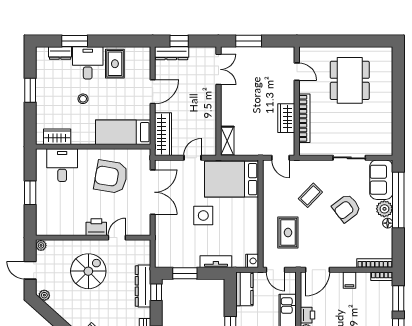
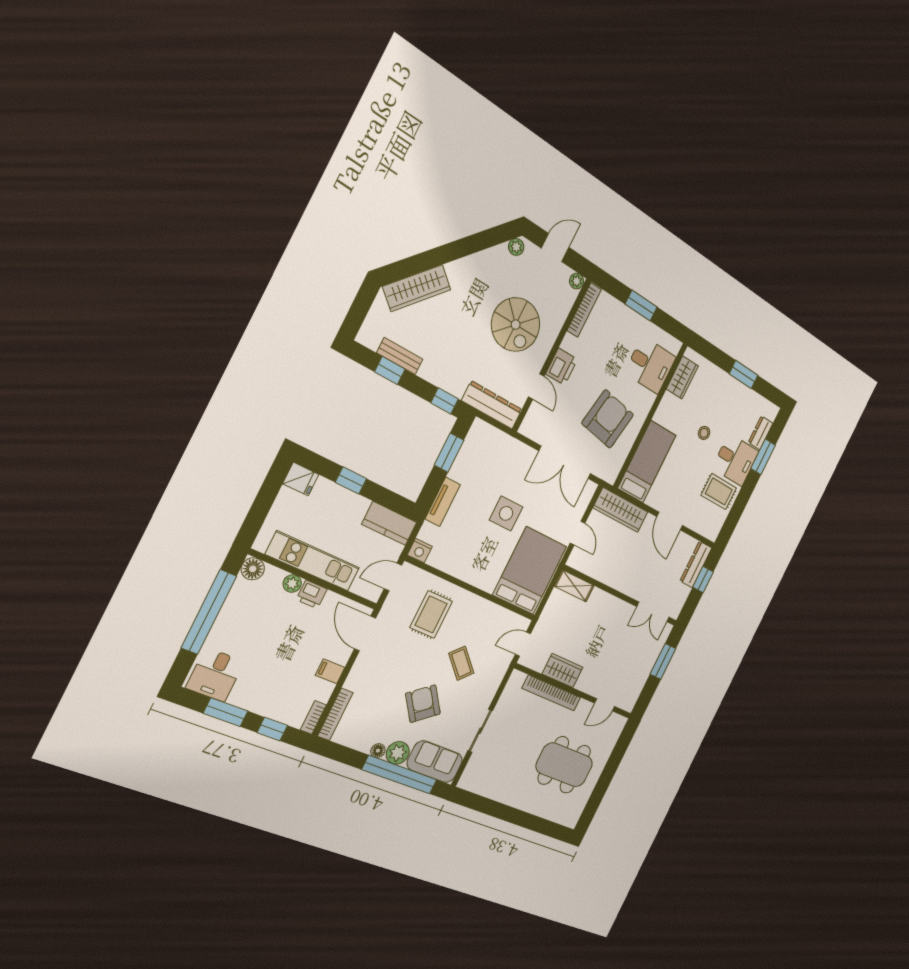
bookcase: (55, 231) -> (584, 310), added
rug: (288, 233) -> (431, 614), turned 90
dresser: (143, 286) -> (492, 405), moved
window: (398, 298) -> (272, 729), width x0.67

